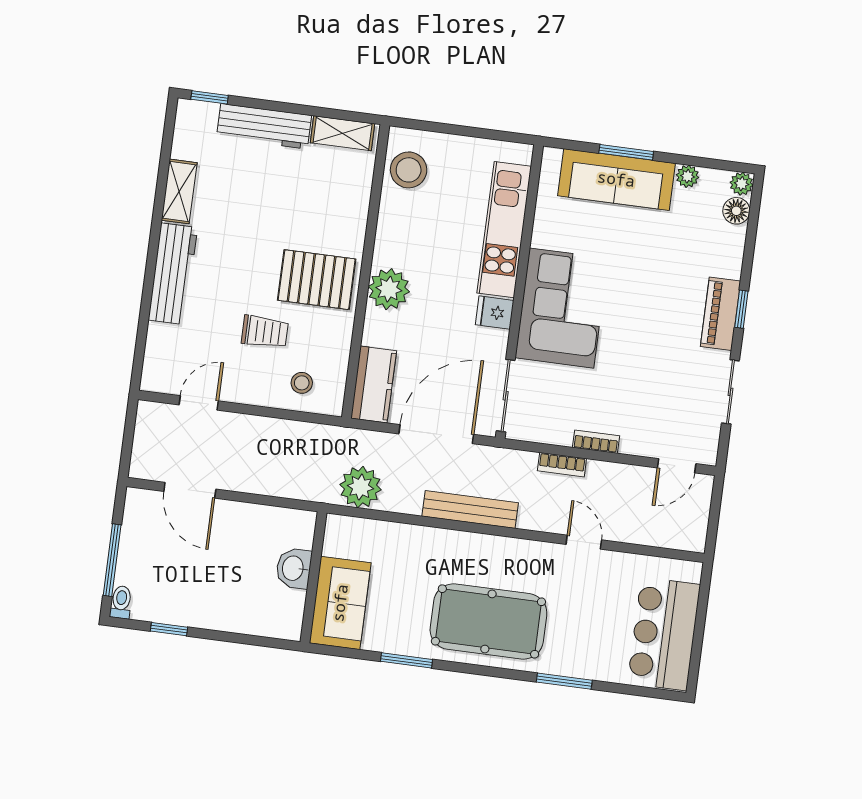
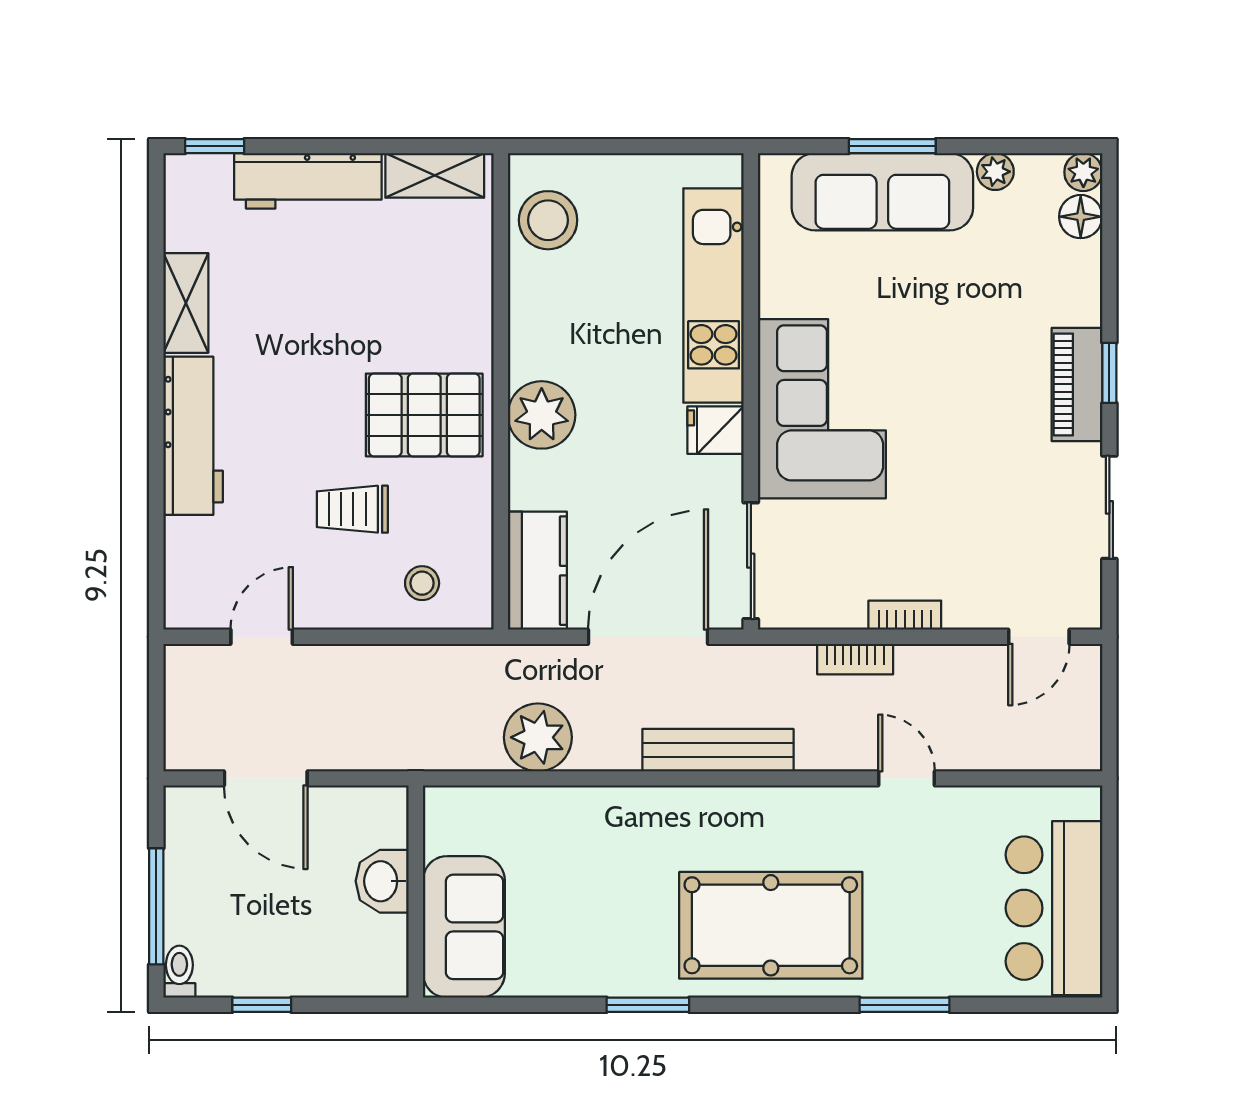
trolley: (265, 332) -> (352, 509), turned 180
washbasin: (294, 568) -> (382, 881), moved
wall: (314, 577) -> (416, 892), moved
sofa: (340, 603) -> (464, 927), moved

